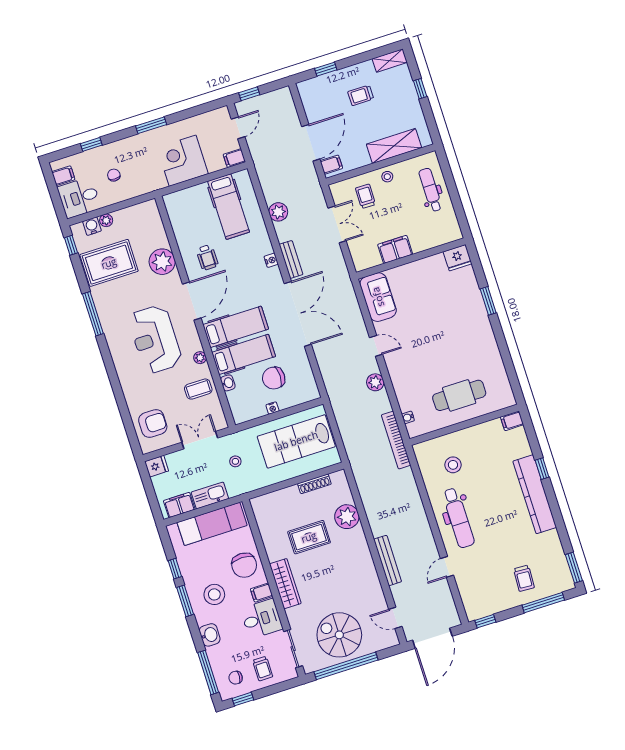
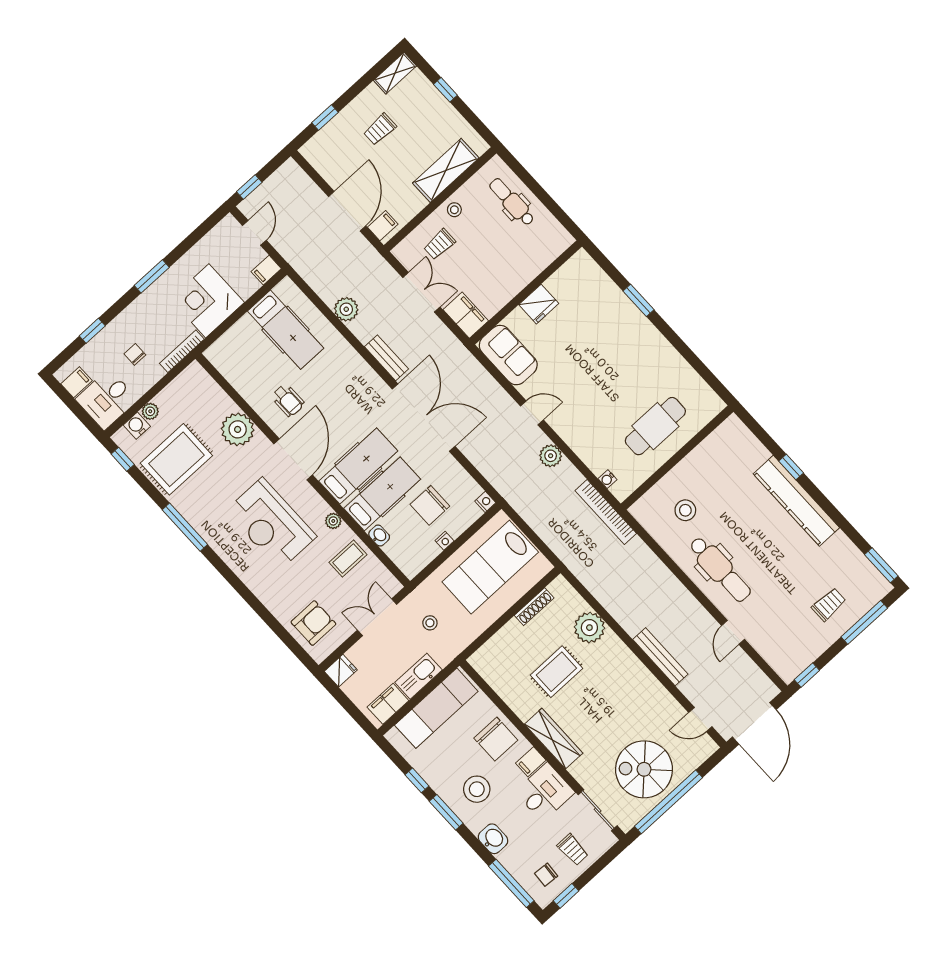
bookcase: (148, 188) -> (182, 351), added
trolley: (365, 196) -> (439, 244), turned -91
filing cabinet: (395, 249) -> (466, 315), moved, turned 90
fridge: (458, 258) -> (539, 304), moved
nightstand: (271, 260) -> (485, 502), moved
filing cabinet: (512, 421) -> (731, 427), removed
trolley: (524, 578) -> (829, 604), turned -93

